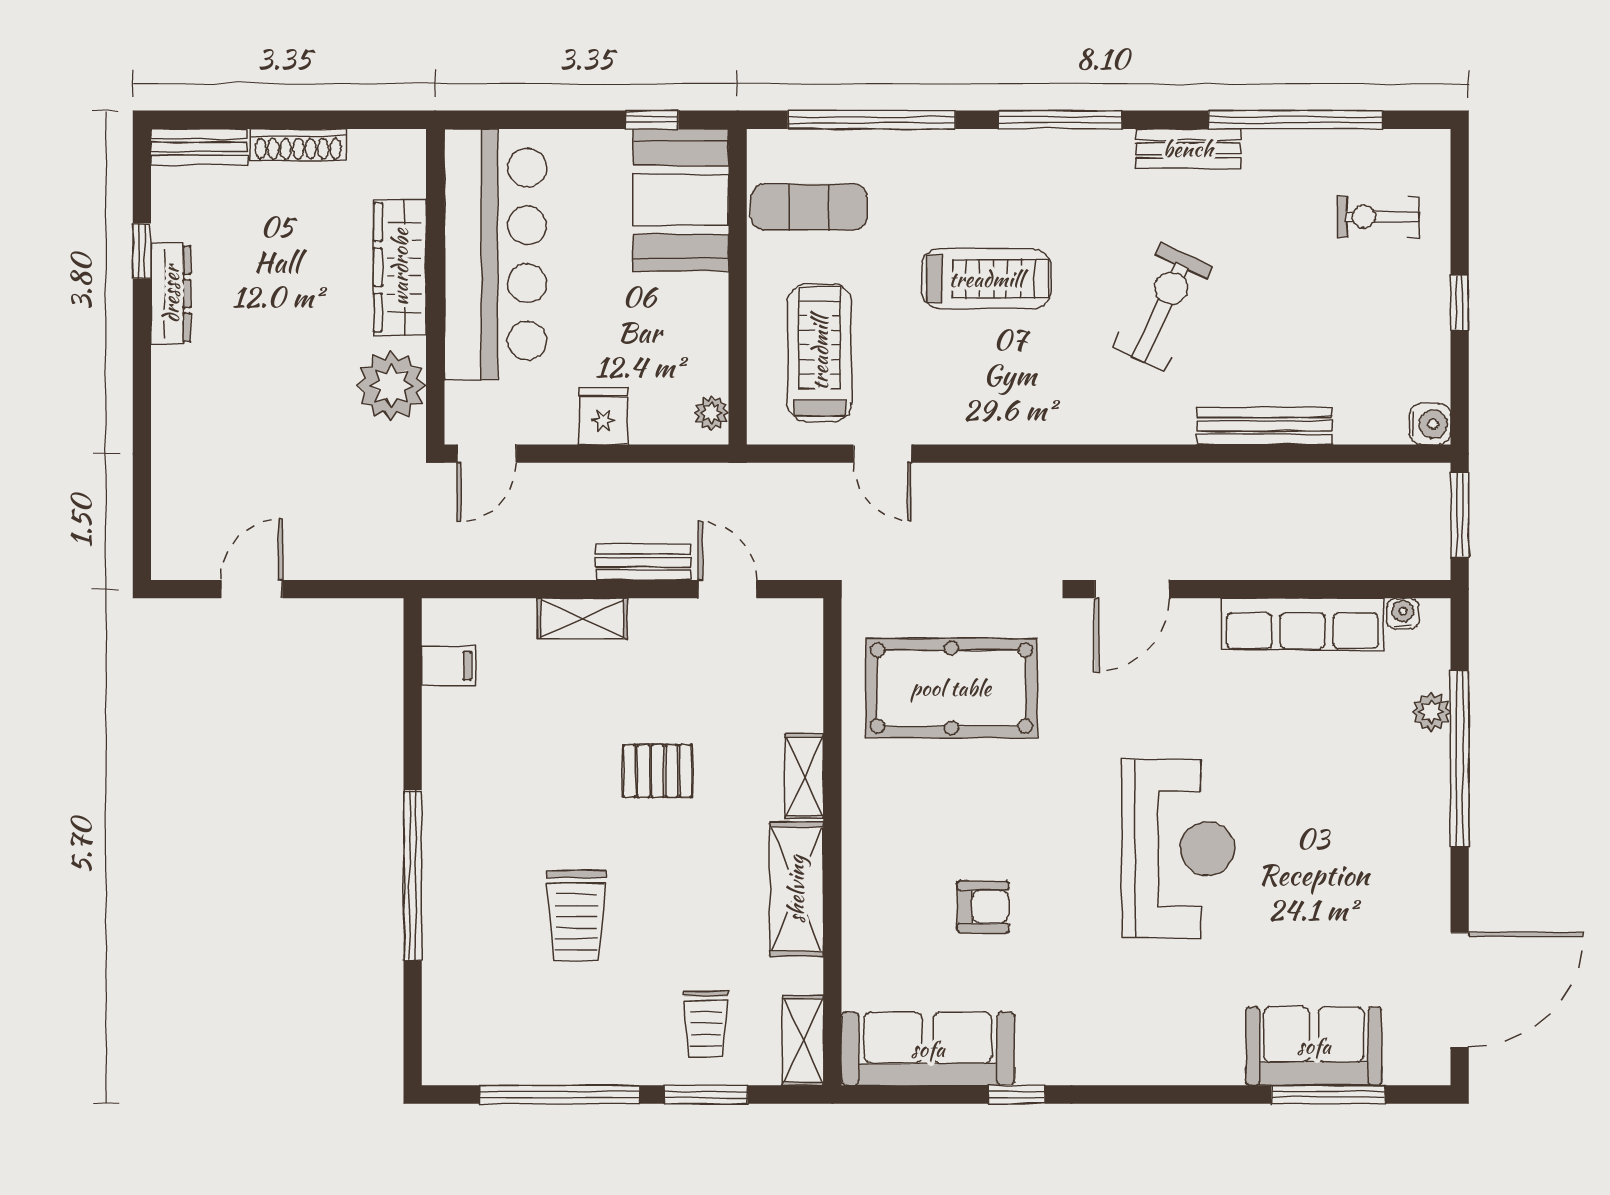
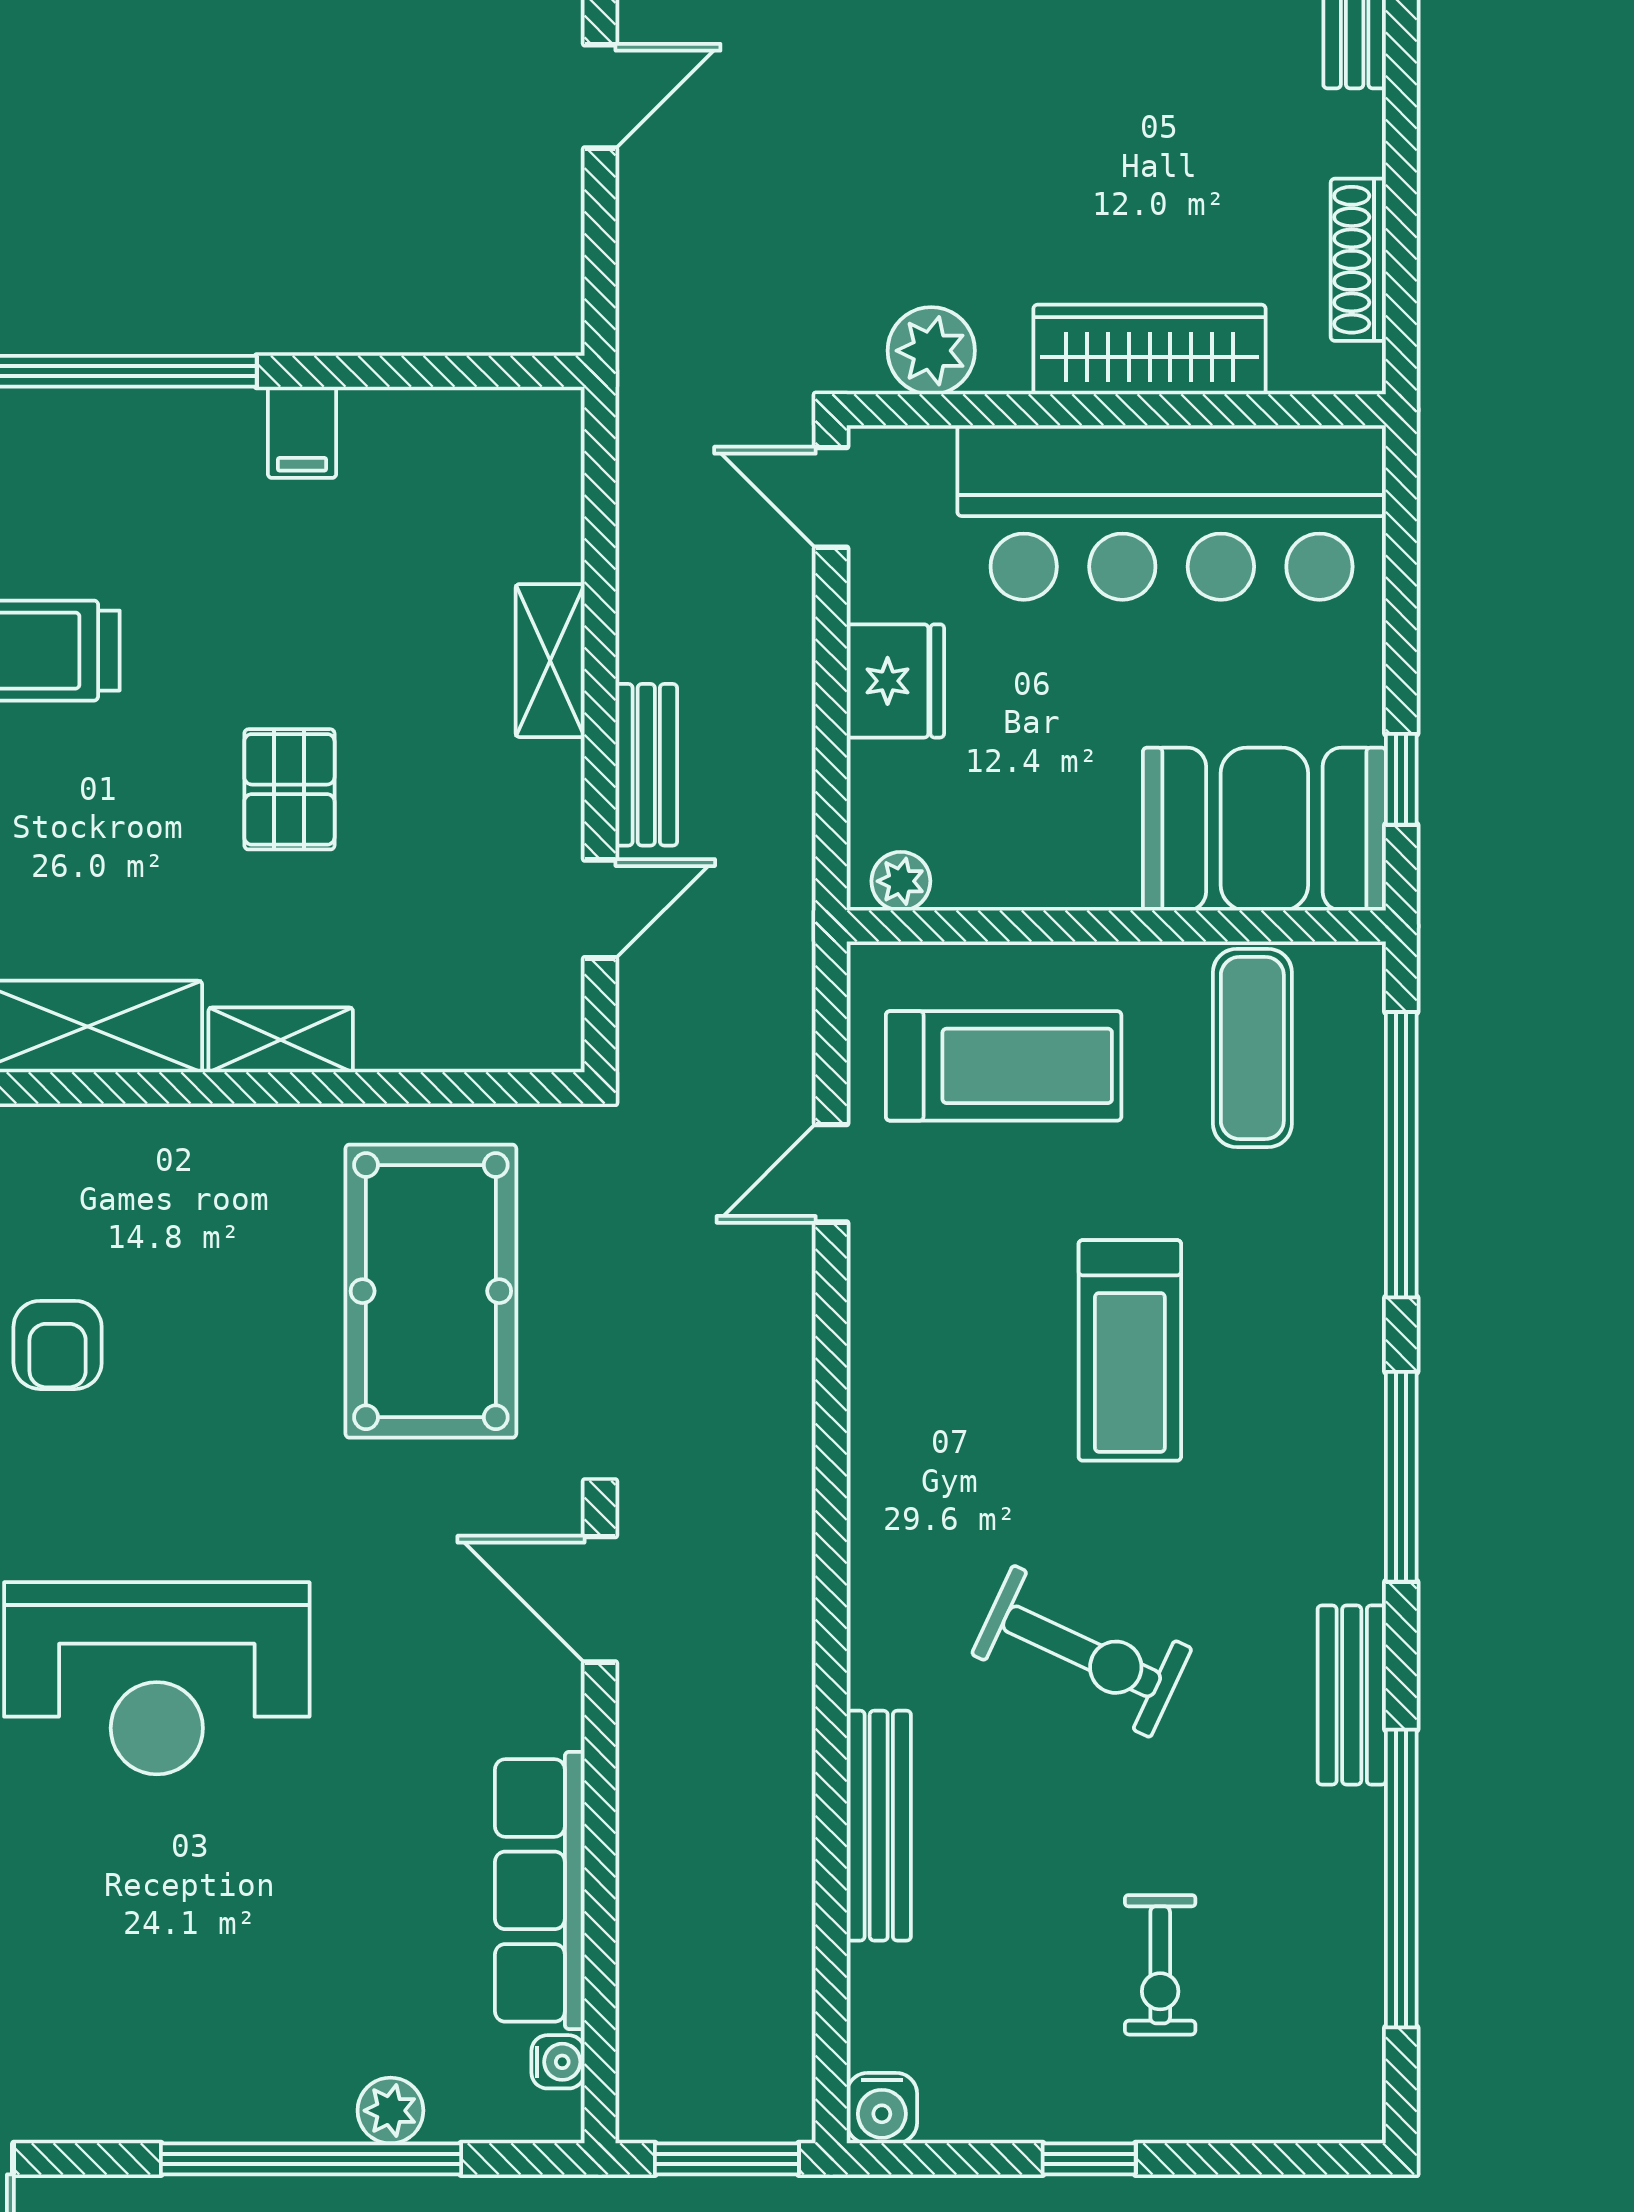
shoe rack: (298, 145) -> (1358, 260), moved
exercise bike: (1378, 217) -> (1160, 1965), moved, turned 180
plant: (391, 386) -> (931, 351), width x0.73, depth x0.73
fridge: (603, 416) -> (895, 681), width x1.38
door: (252, 589) -> (600, 96), hinge flipped
filing cabinet: (448, 666) -> (302, 432), moved

